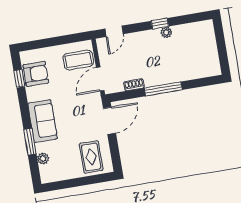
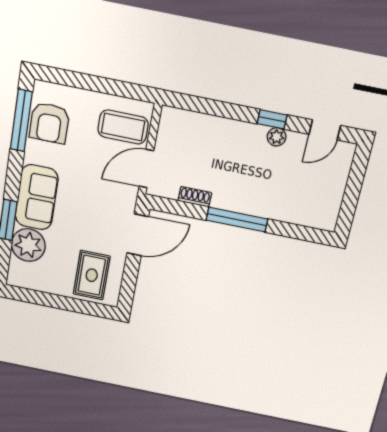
door: (114, 31) -> (325, 130), moved
armchair: (36, 74) -> (49, 123), turned 90
window: (19, 79) -> (21, 121), width x2.17
plant: (43, 159) -> (28, 245), width x1.88, depth x1.88

